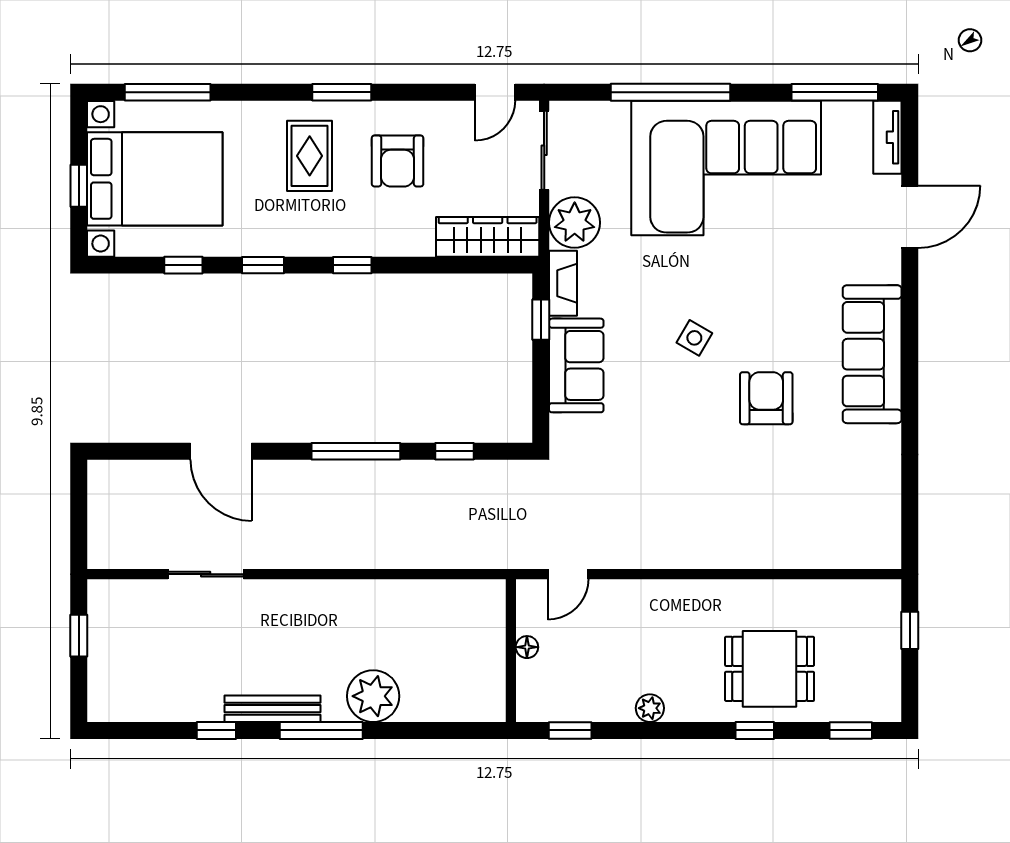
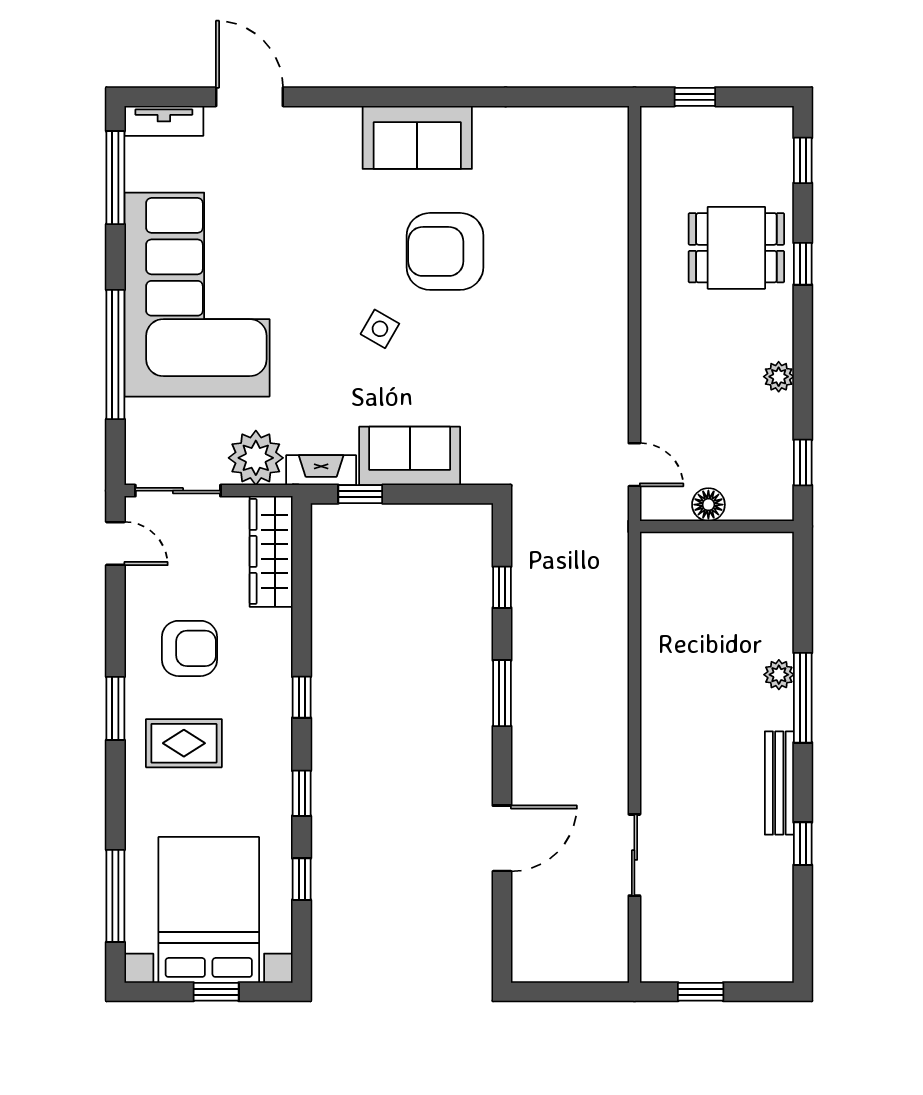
sofa: (872, 354) -> (417, 137), width x0.73
armchair: (766, 398) -> (445, 251), width x1.36, depth x1.36
window: (356, 451) -> (502, 693), width x0.69
floor lamp: (527, 647) -> (708, 505), width x1.37, depth x1.37
dining table: (770, 669) -> (736, 248), turned 90
plant: (373, 696) -> (779, 675), width x0.53, depth x0.53
window: (321, 730) -> (803, 698), moved

